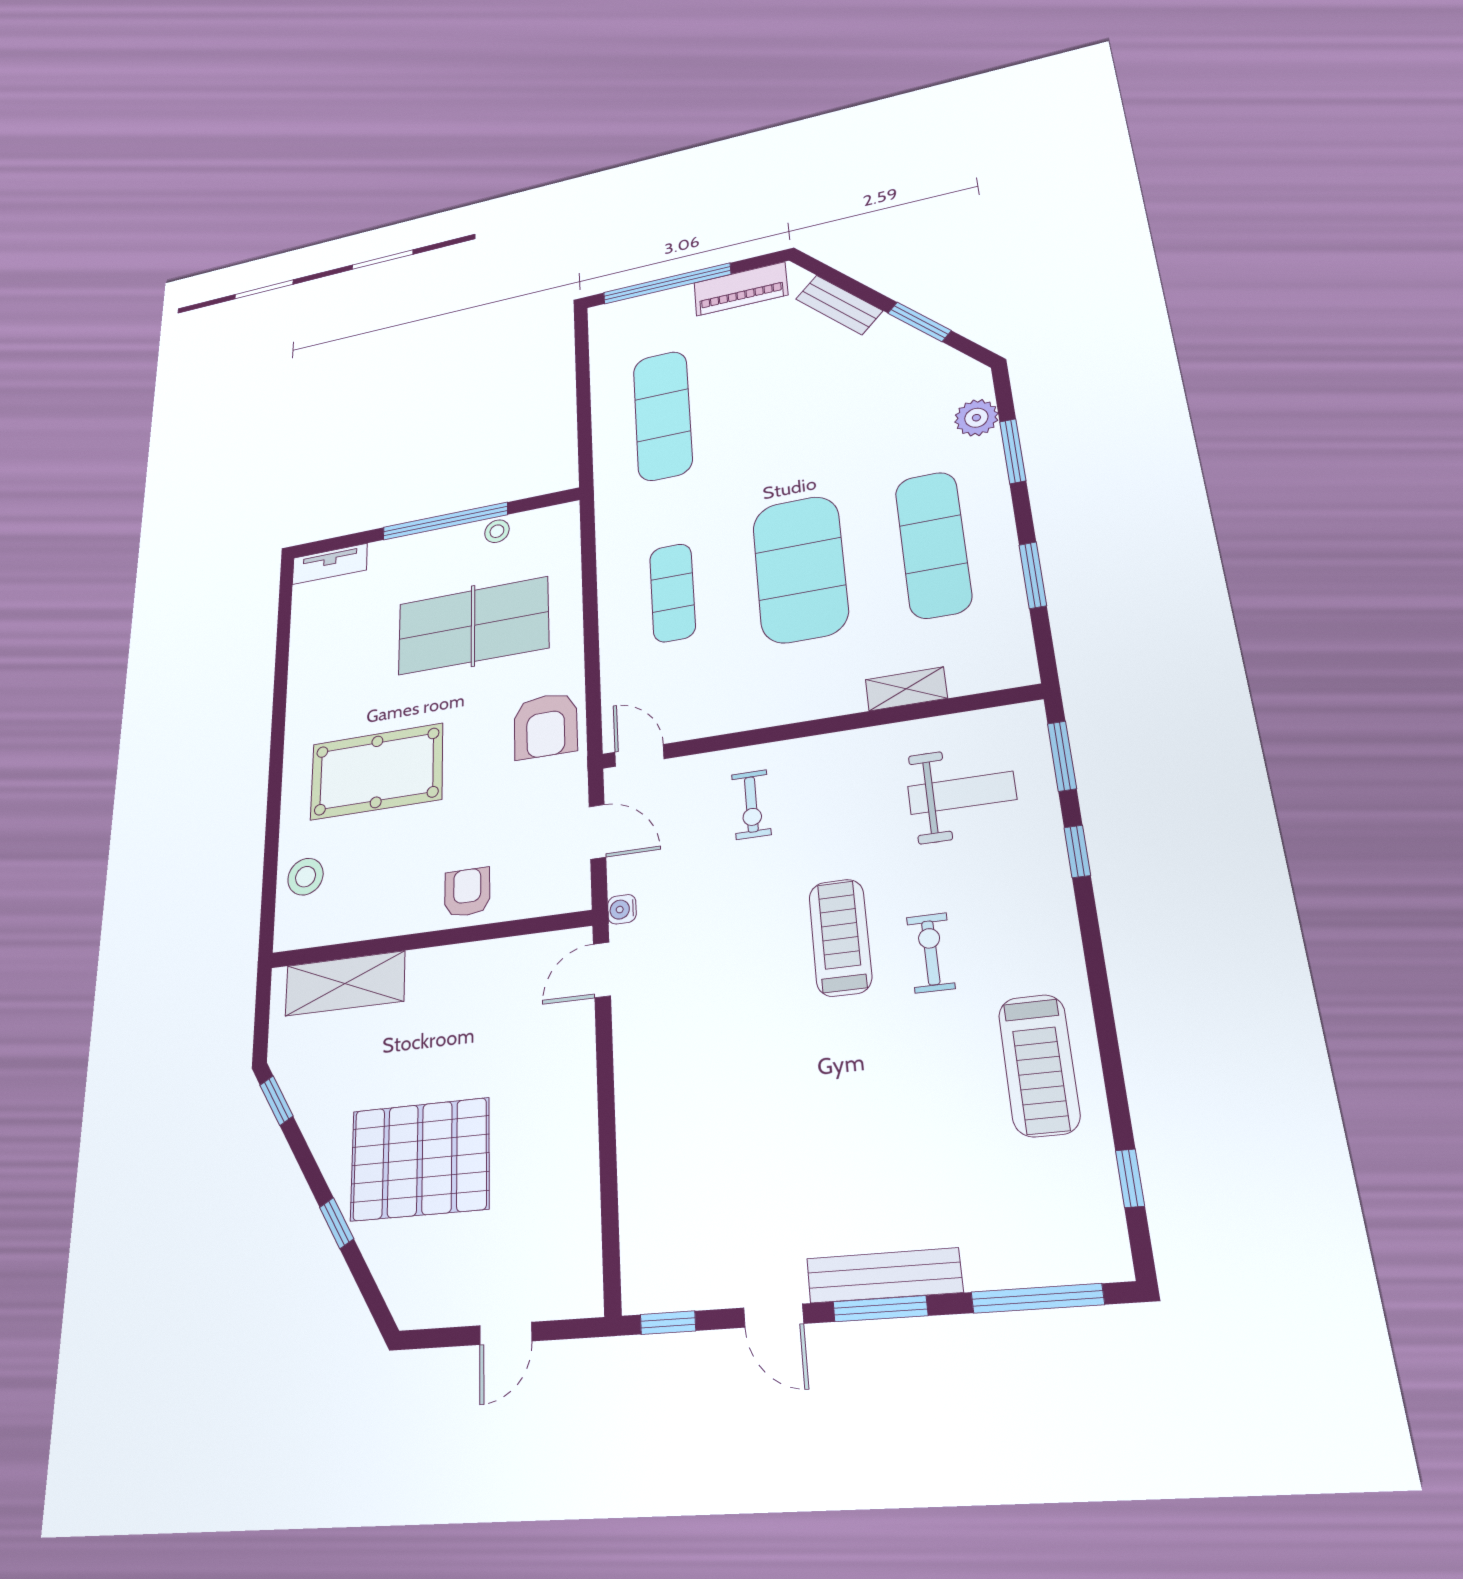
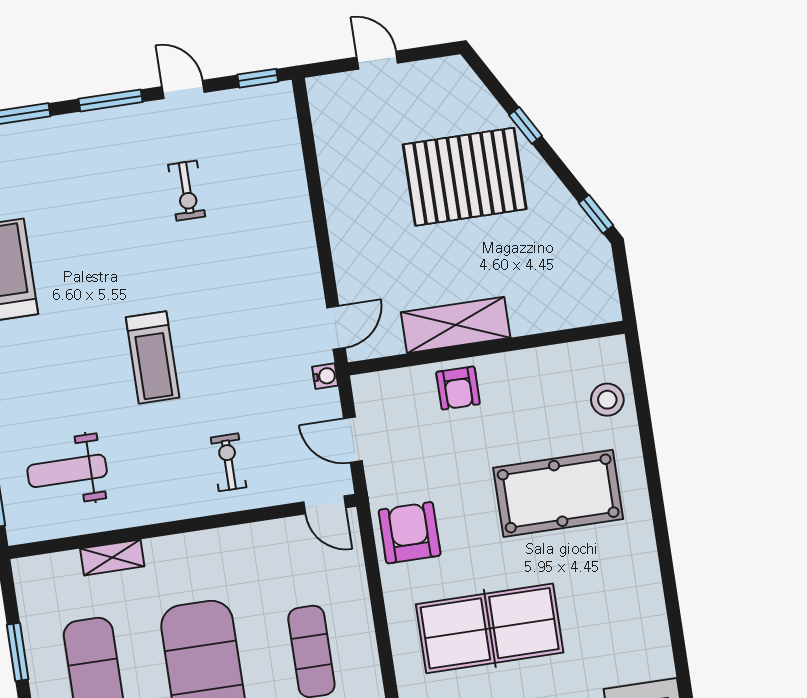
exercise bike: (931, 953) -> (187, 191), moved
shelving: (345, 983) -> (456, 325), moved
bench: (884, 1275) -> (109, 122), removed
door: (506, 1333) -> (377, 60), hinge flipped

